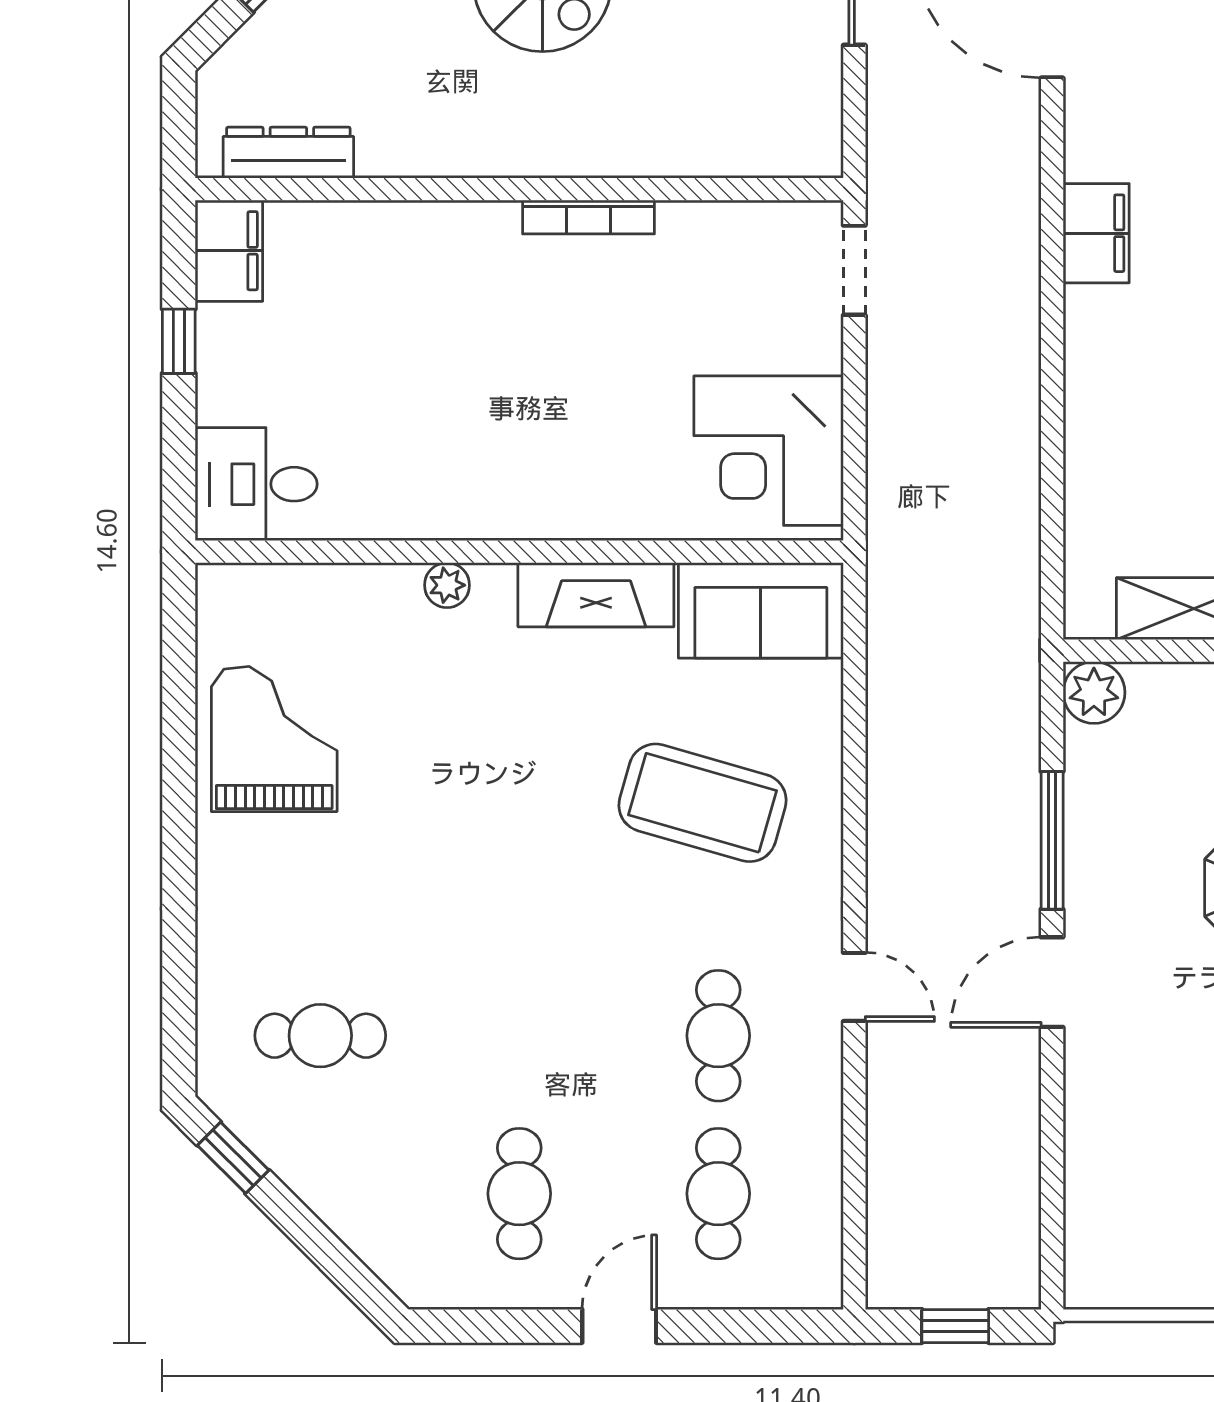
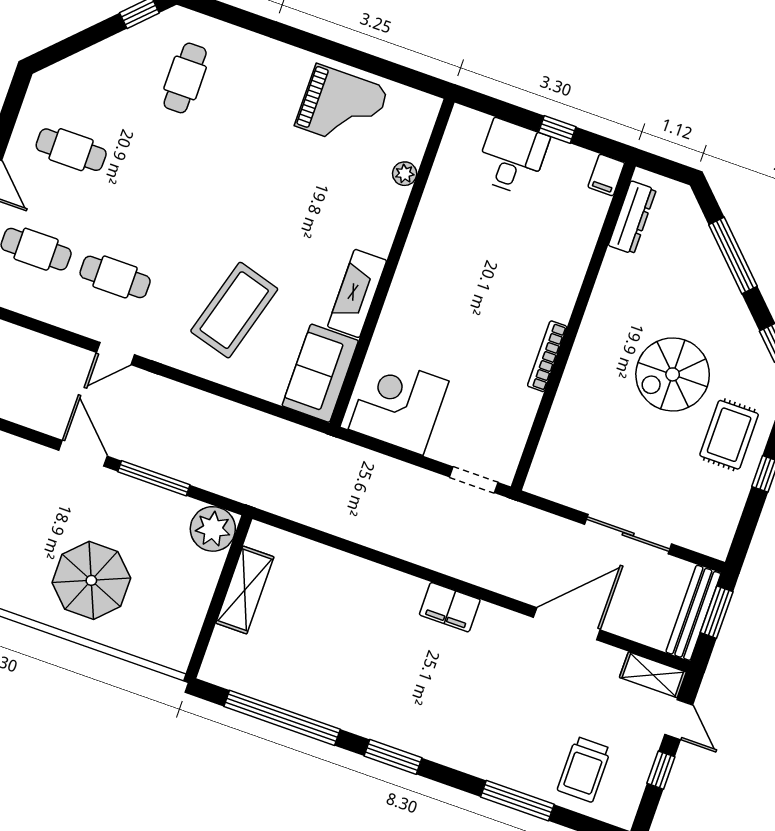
filing cabinet: (229, 251) -> (606, 175), width x0.50
desk: (256, 484) -> (512, 157), moved
plant: (447, 585) -> (405, 174), moved
plant: (1094, 692) -> (213, 529), width x1.36, depth x1.36

